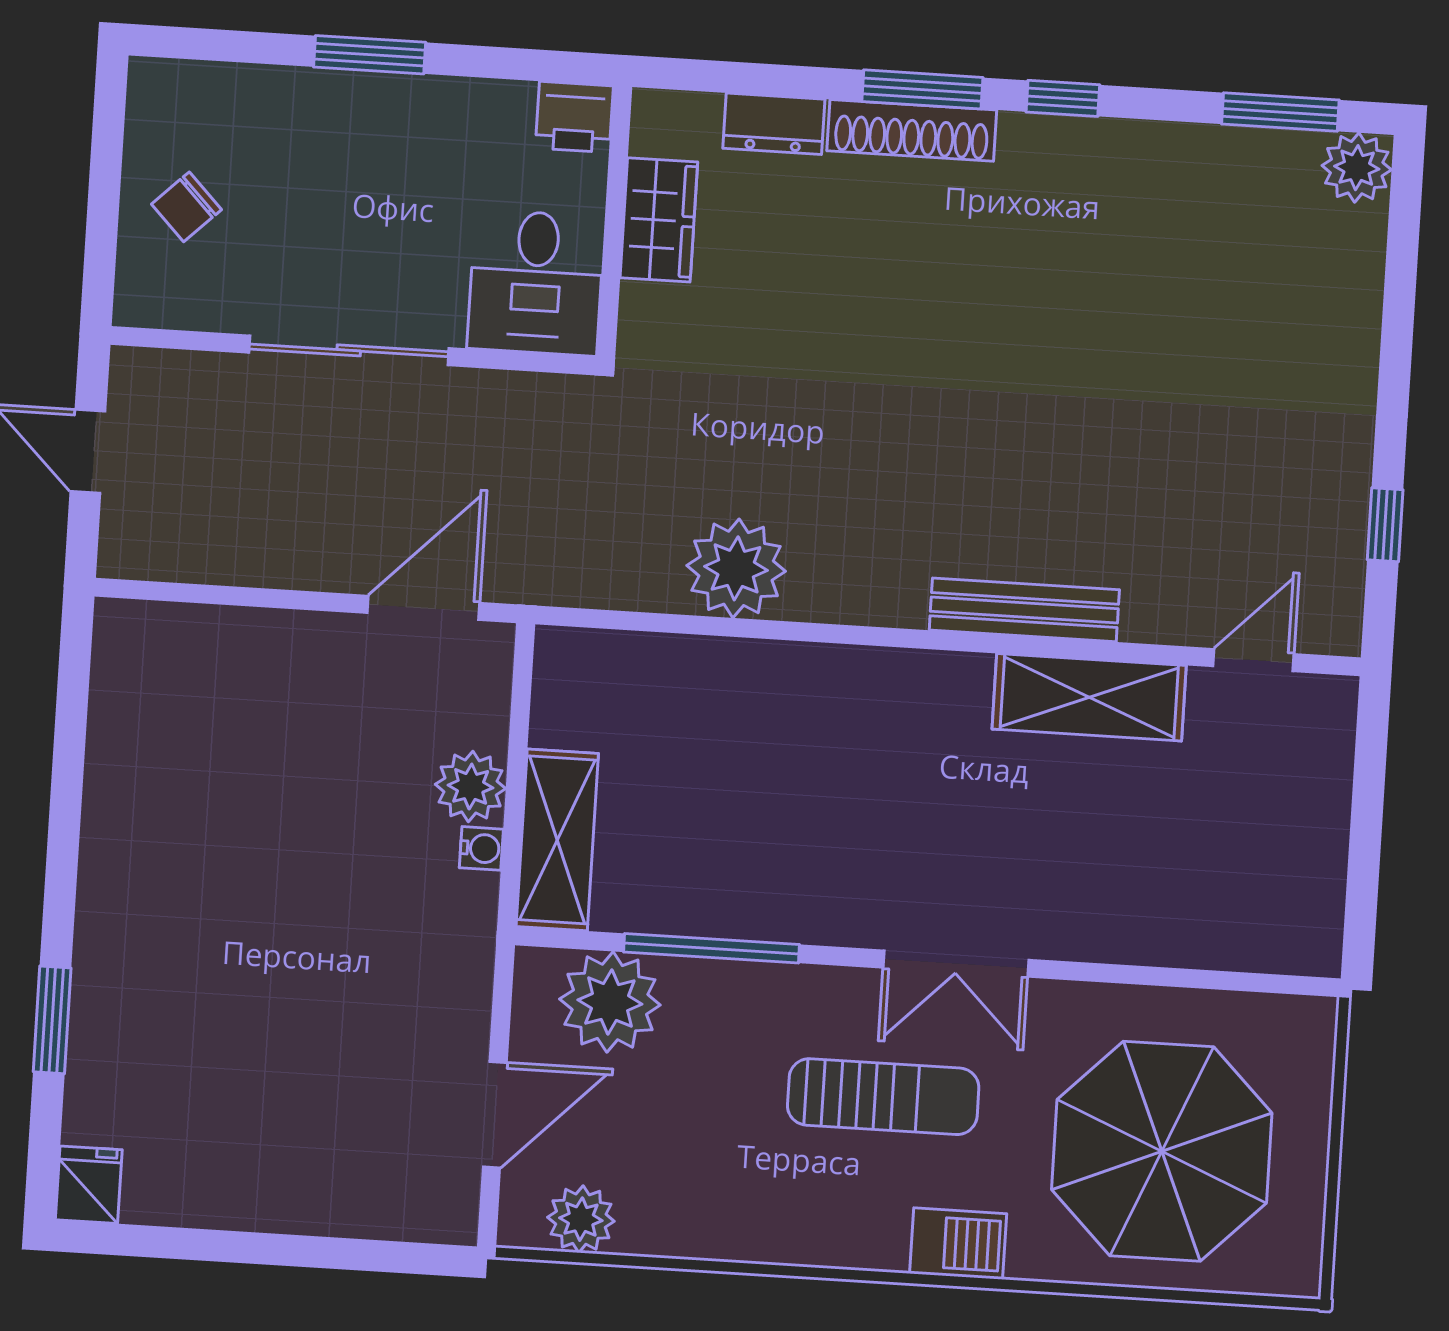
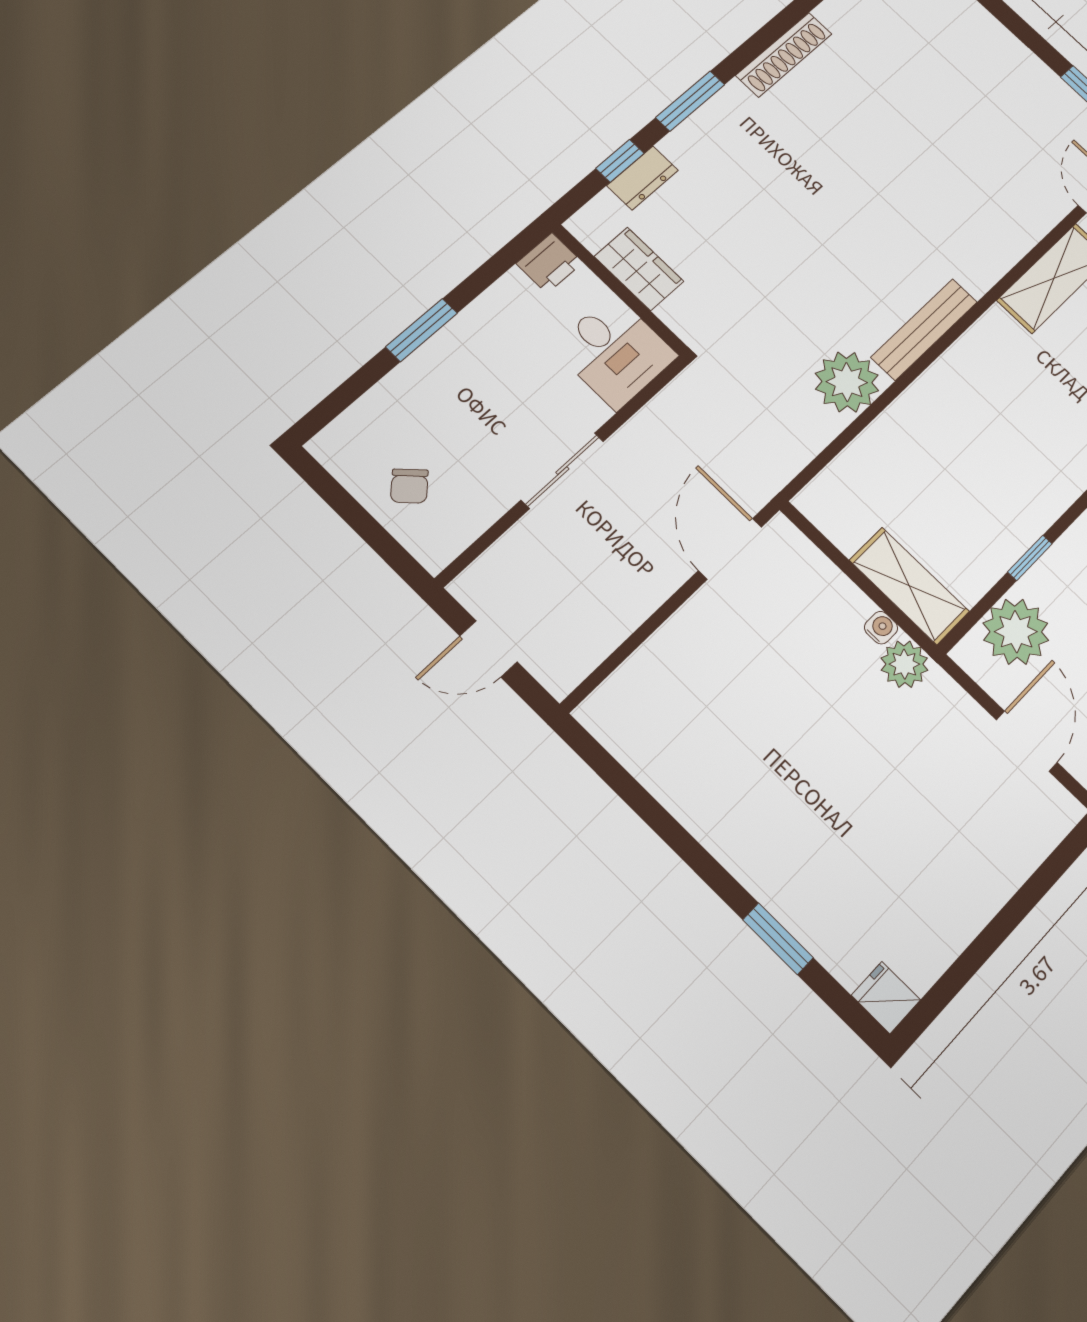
window: (1063, 98) -> (620, 161), moved
shoe rack: (912, 130) -> (784, 55), moved
sliding door: (349, 350) -> (562, 471), width x0.73
bench: (1024, 610) -> (924, 329), moved
plant: (471, 786) -> (904, 664), moved
window: (711, 948) -> (1030, 558), width x0.46

